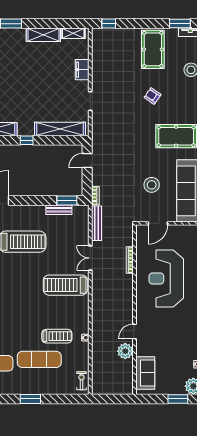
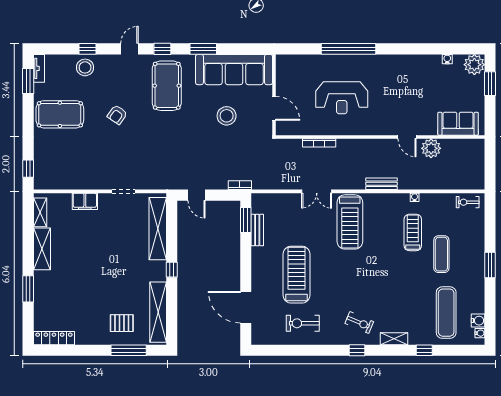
bench: (96, 223) -> (381, 184), moved, width x0.73
reception desk: (166, 278) -> (342, 98), width x0.74, depth x0.77
exercise mat: (39, 359) -> (441, 254), width x0.73, depth x0.69

